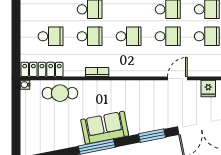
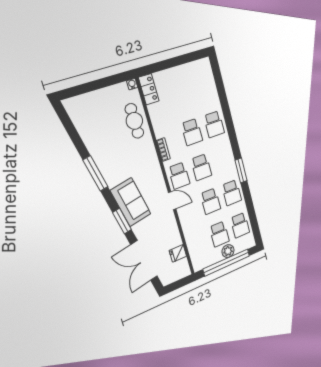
school desk: (51, 36) -> (179, 176), moved
locker: (42, 69) -> (149, 89), width x0.66
door: (177, 78) -> (172, 201), moved
sofa: (105, 128) -> (131, 202), moved

